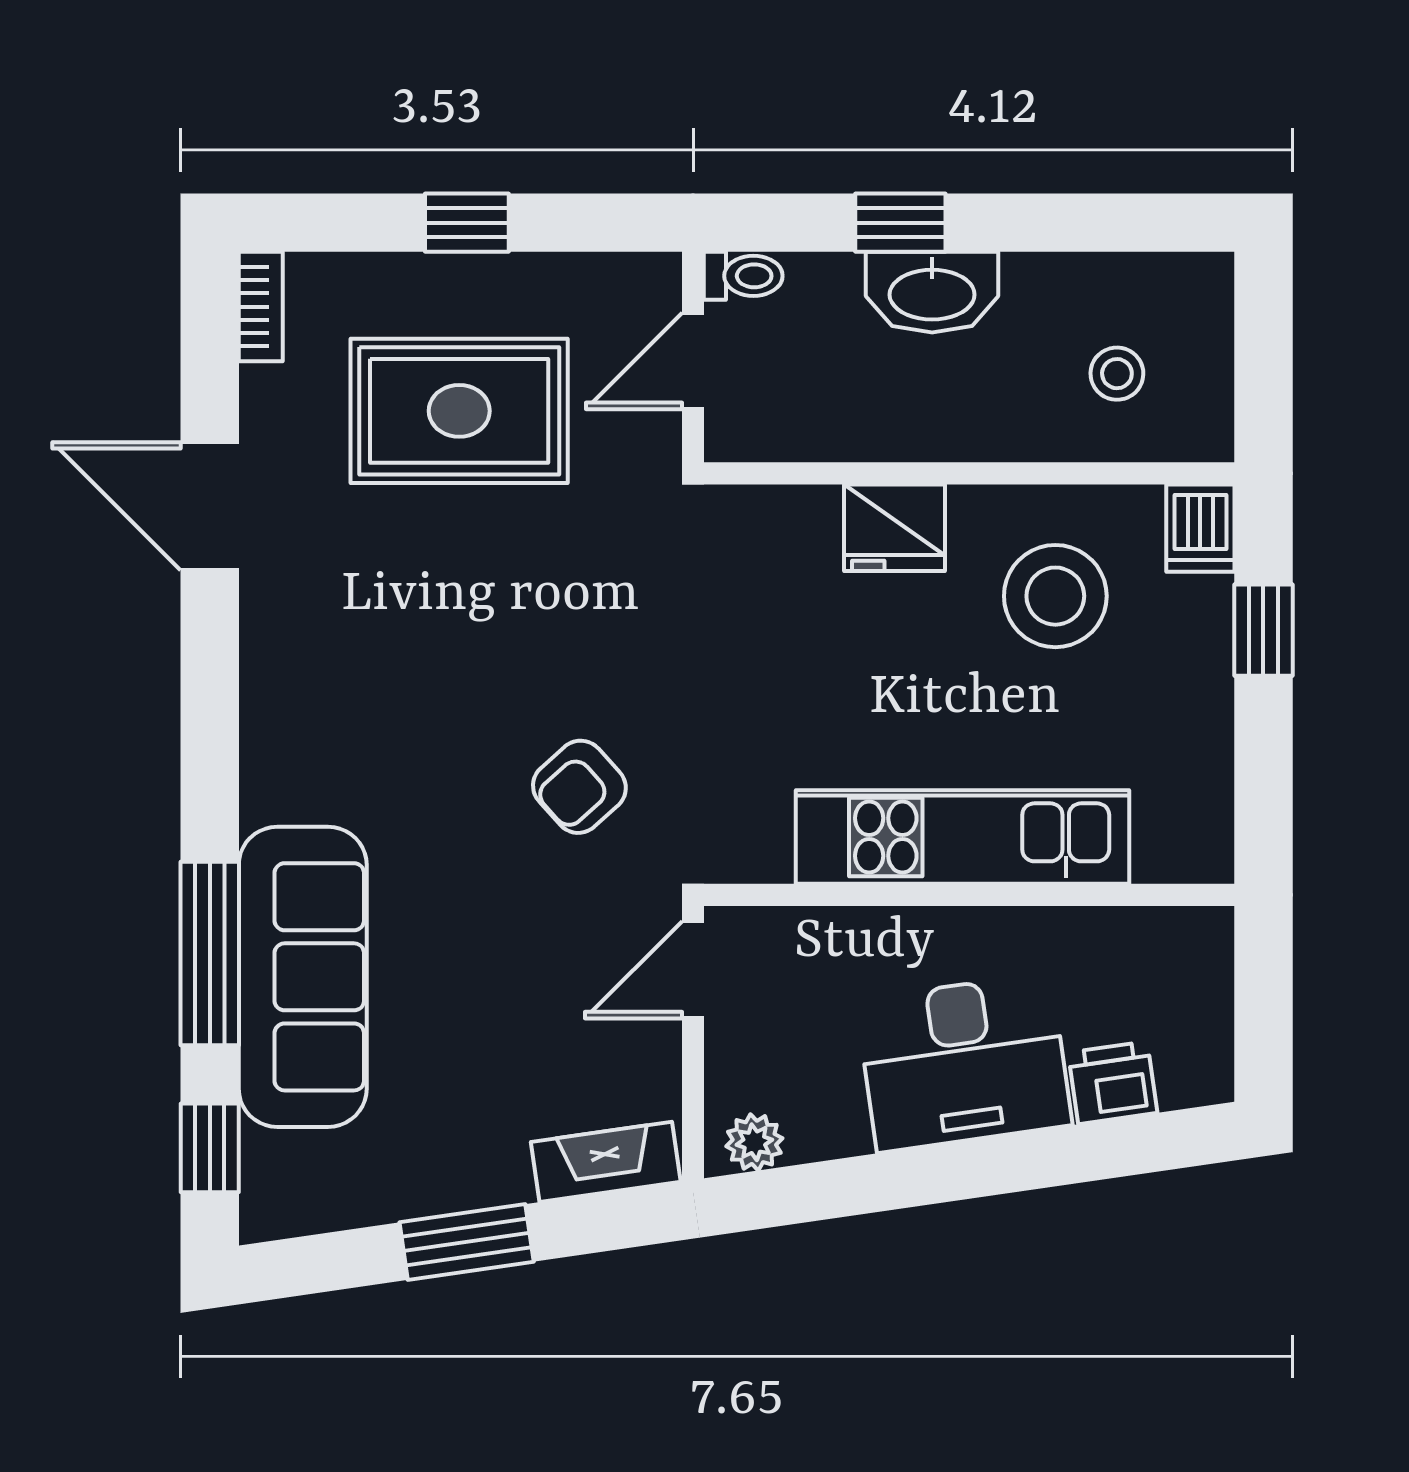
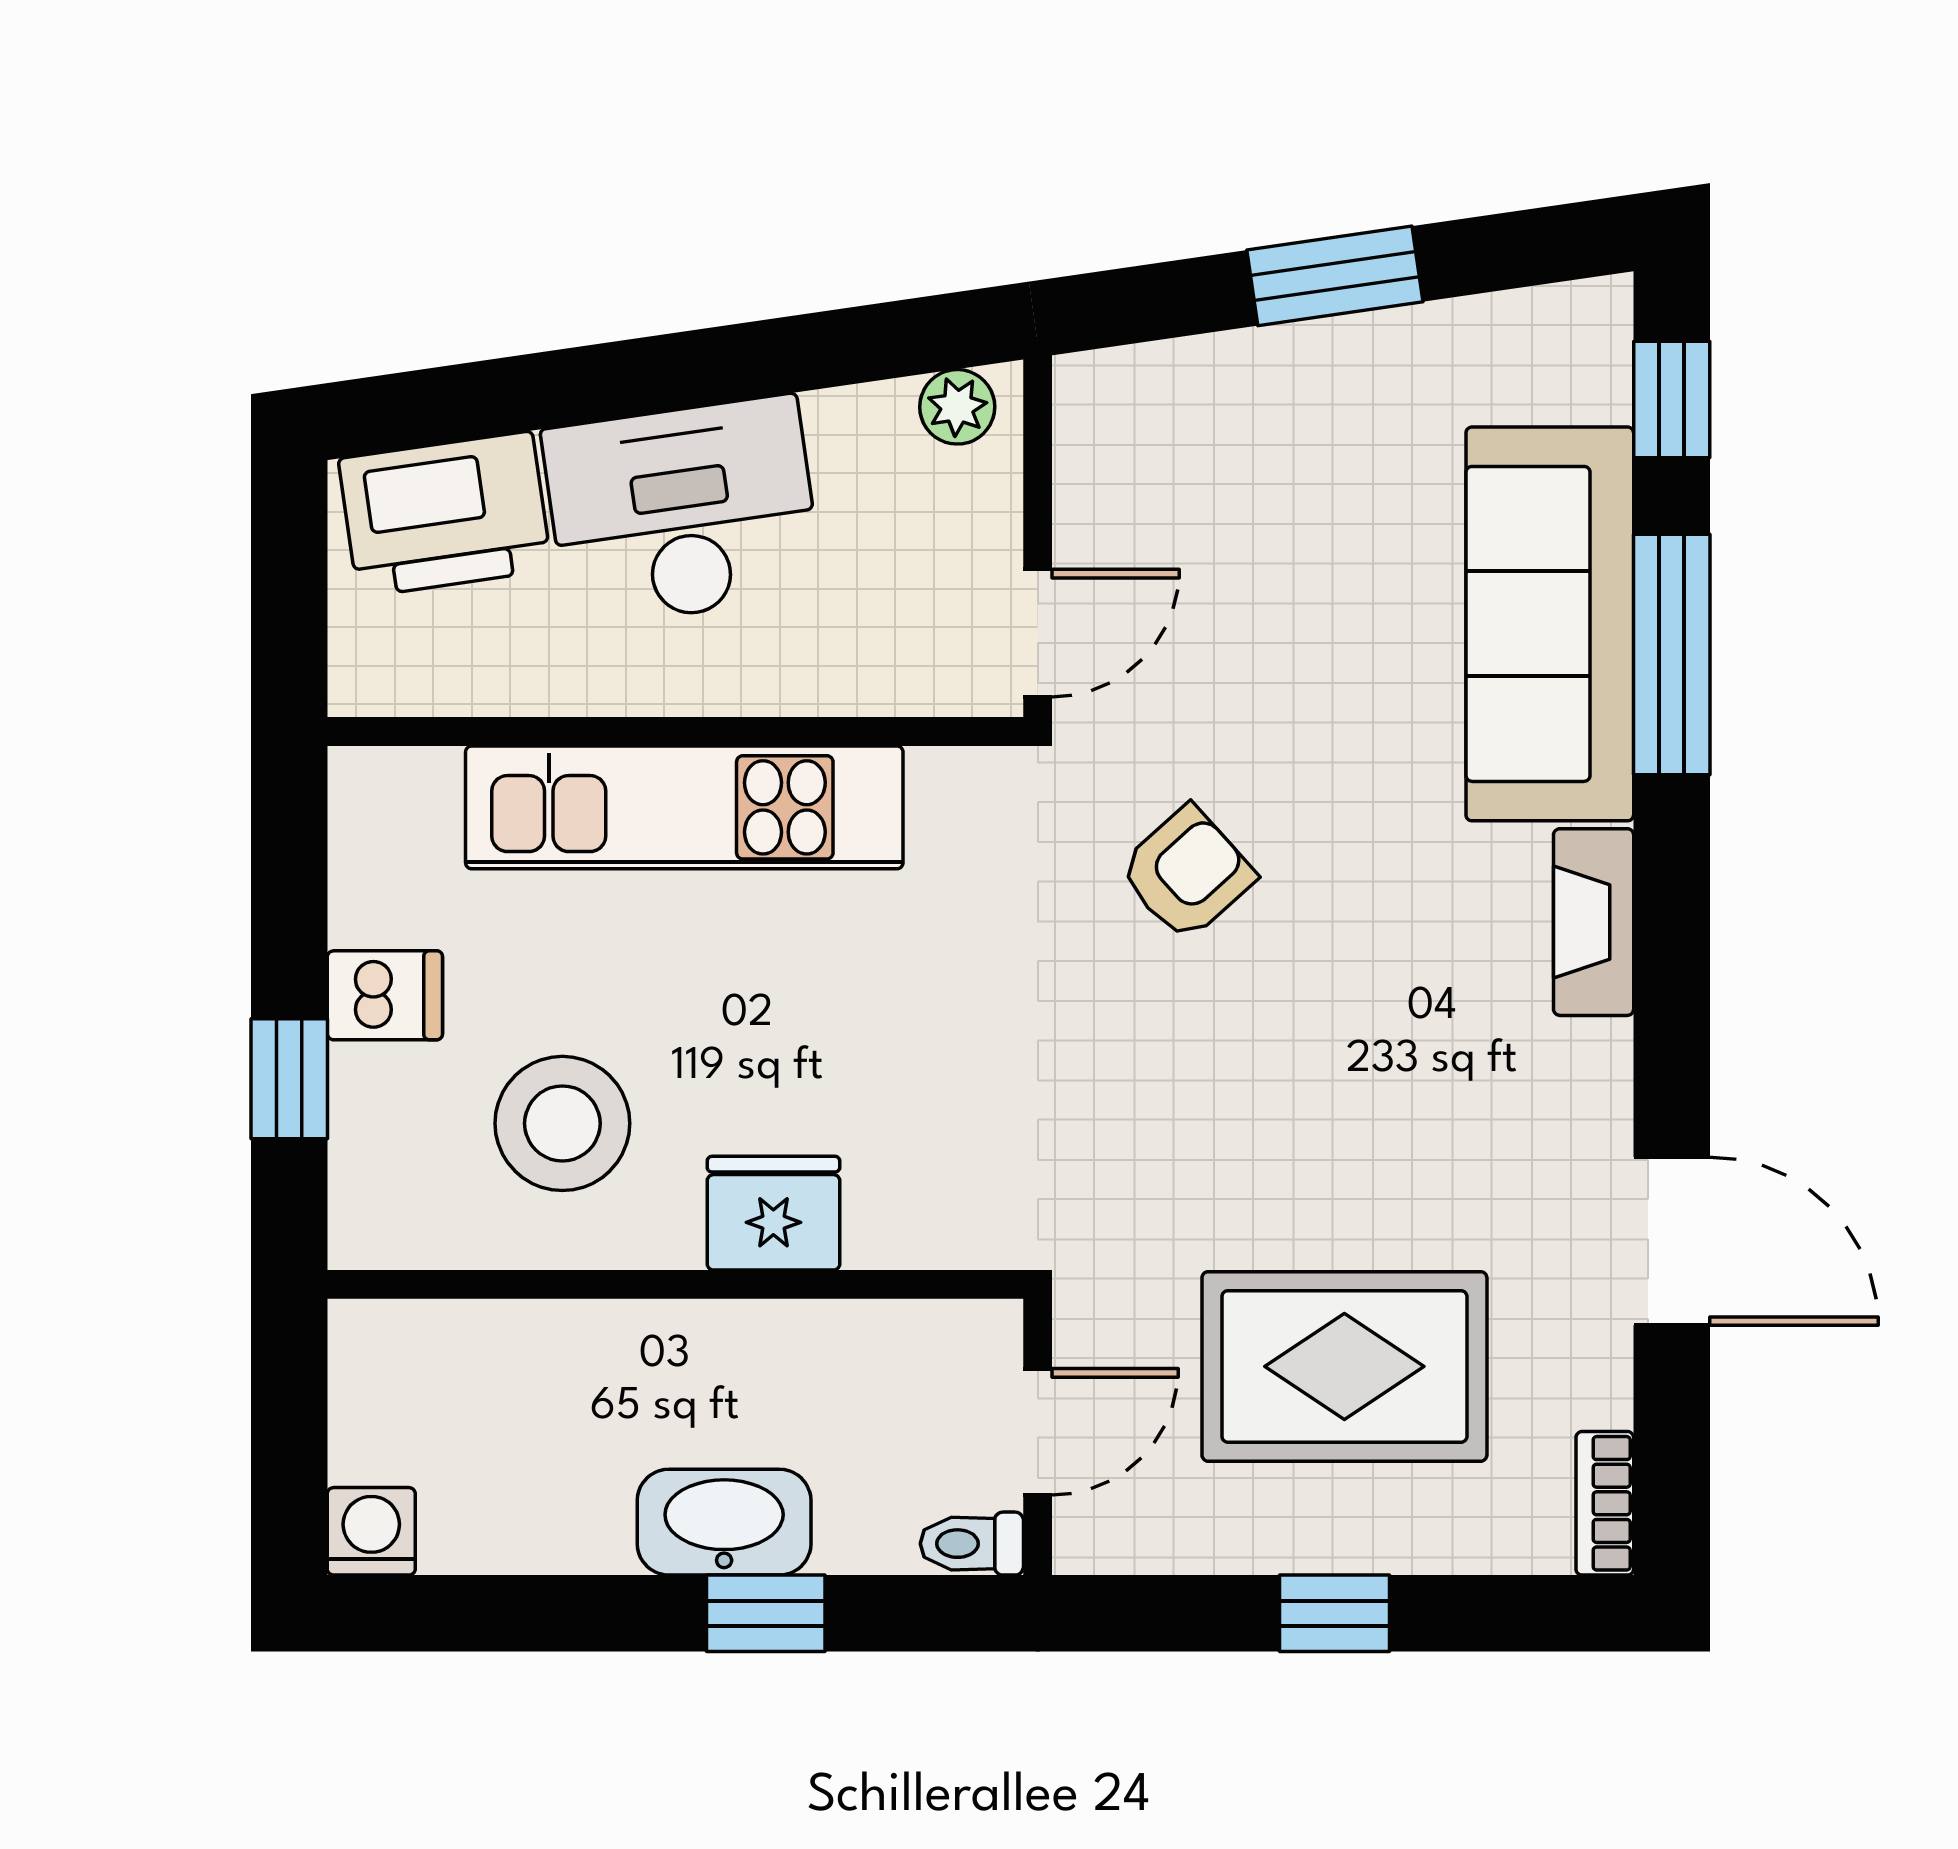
washing machine: (1201, 285) -> (371, 1531), added
stool: (1117, 374) -> (482, 1415), removed
dishwasher: (1200, 528) -> (385, 995), moved, turned 90
printer: (1113, 1083) -> (445, 514), width x1.87, depth x1.48
fireplace: (606, 1162) -> (1594, 922), moved, turned 98

